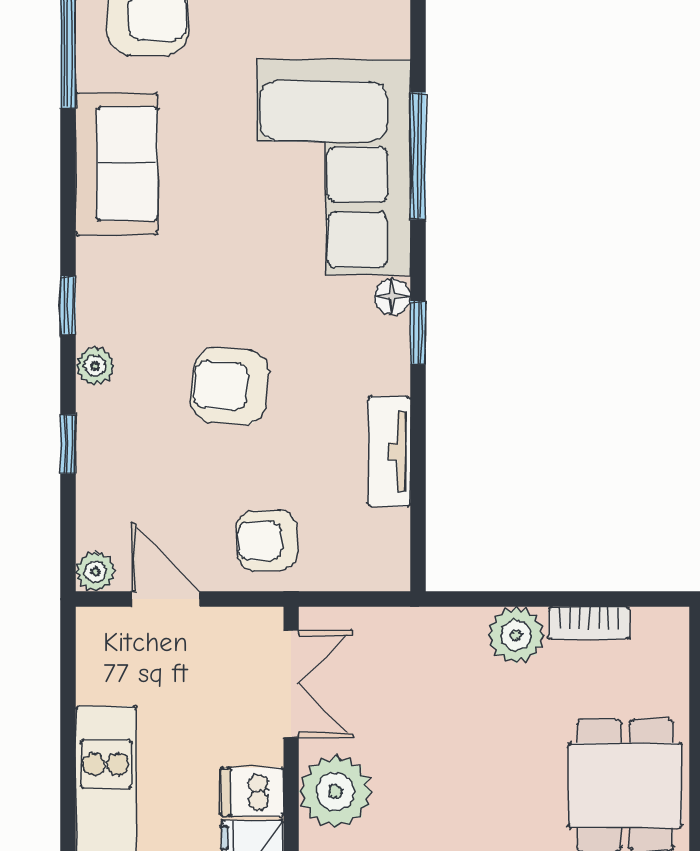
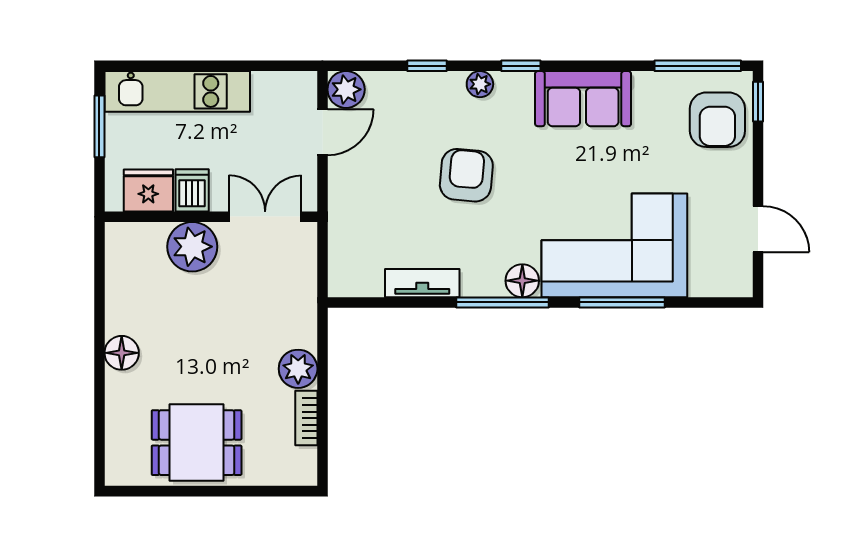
sofa: (116, 164) -> (583, 99), moved
floor lamp: (392, 297) -> (522, 281), width x1.37, depth x1.37
window: (418, 333) -> (503, 302), width x2.17
armchair: (267, 541) -> (362, 200), removed
plant: (95, 572) -> (346, 89), width x1.38, depth x1.38
double door: (291, 684) -> (265, 217), swing flipped

